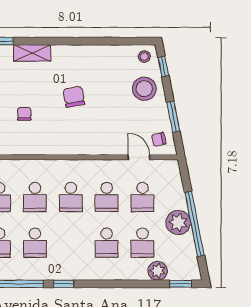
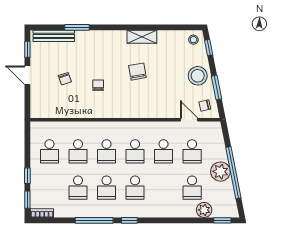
shelving: (32, 53) -> (142, 37), moved
stool: (144, 89) -> (198, 76), moved
school desk: (107, 243) -> (135, 188), moved

